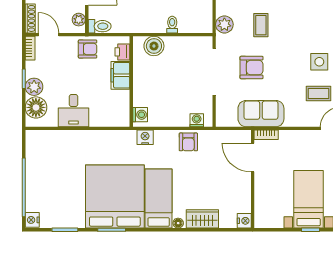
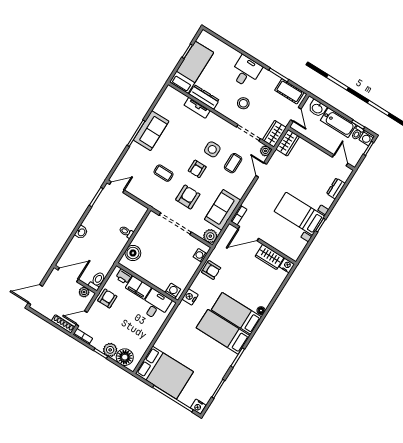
plant: (224, 24) -> (210, 236), moved
armchair: (288, 59) -> (197, 169), added
desk: (73, 111) -> (156, 305), moved, turned -90
bed: (46, 161) -> (164, 373), added
bed: (115, 197) -> (223, 332), width x0.49
wardrobe: (202, 219) -> (270, 257), moved, turned -90

